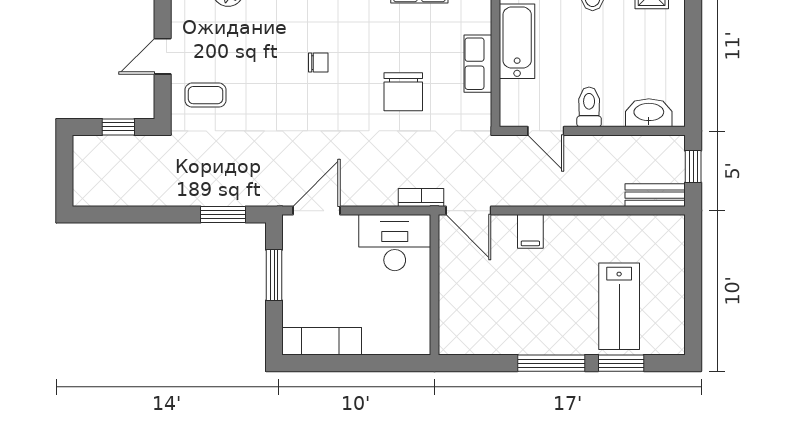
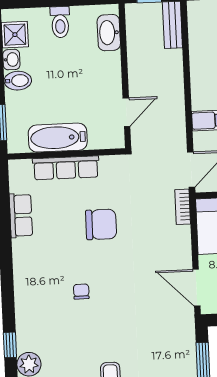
row of seats: (478, 64) -> (66, 168), width x1.48
toilet: (589, 107) -> (60, 22), moved, turned -90

